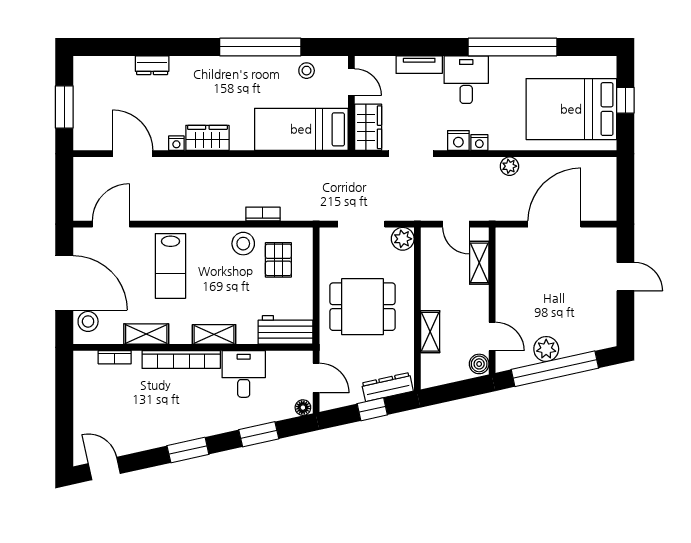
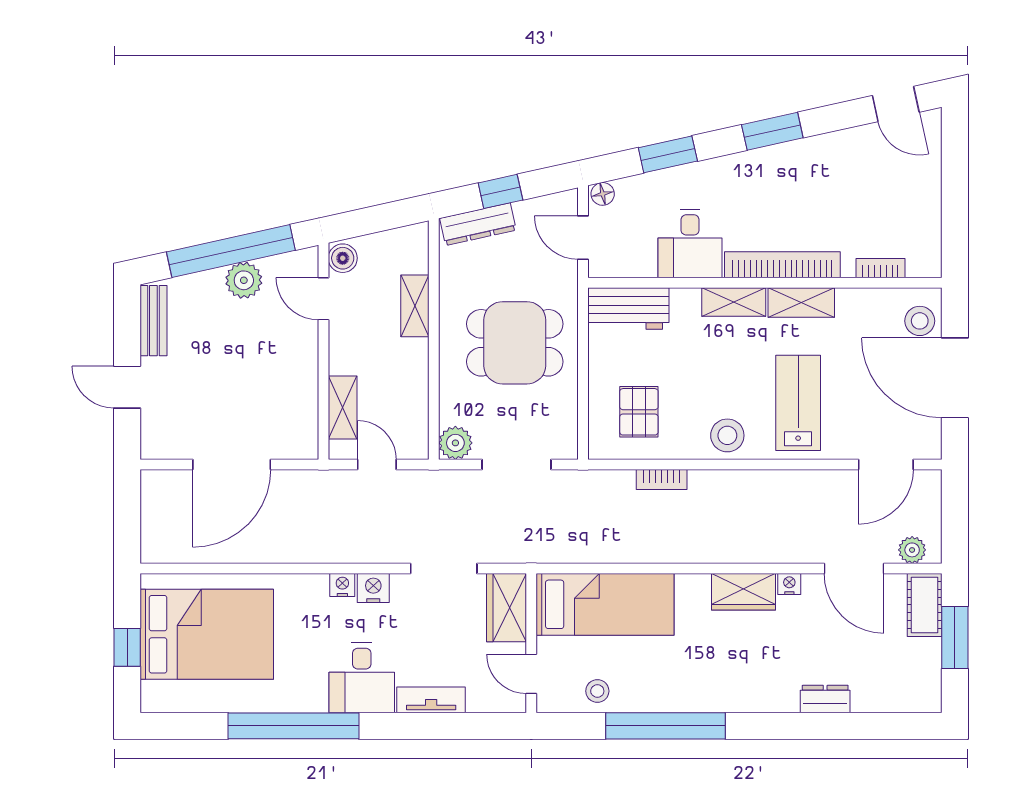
cot: (85, 129) -> (925, 605), added
plant: (509, 166) -> (912, 550), moved
stool: (243, 244) -> (727, 435), moved
bench: (607, 322) -> (153, 321), added
shelving: (146, 334) -> (801, 303), moved

